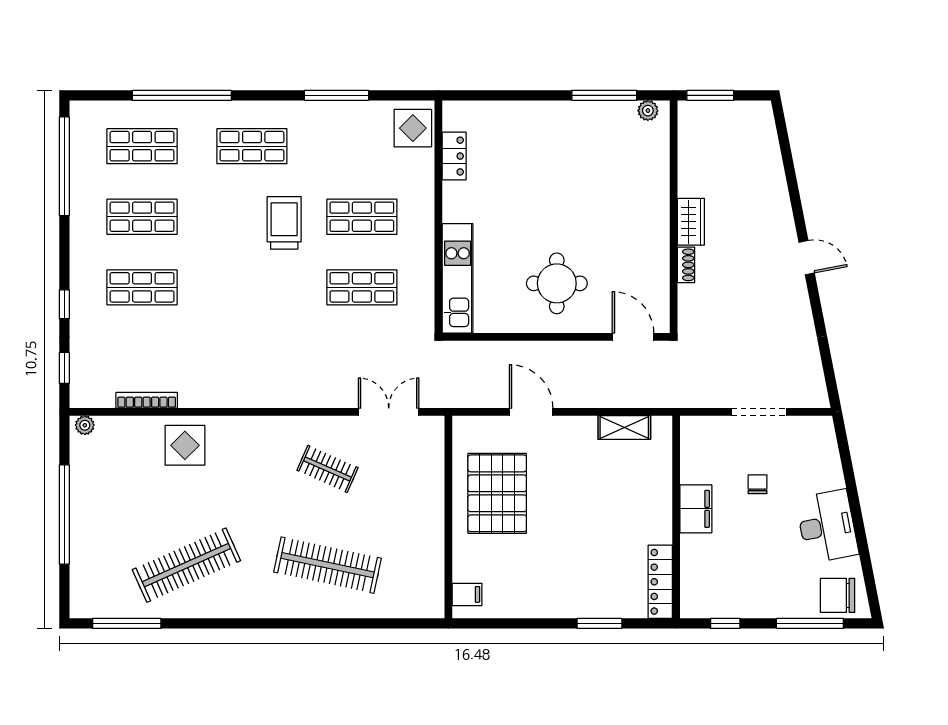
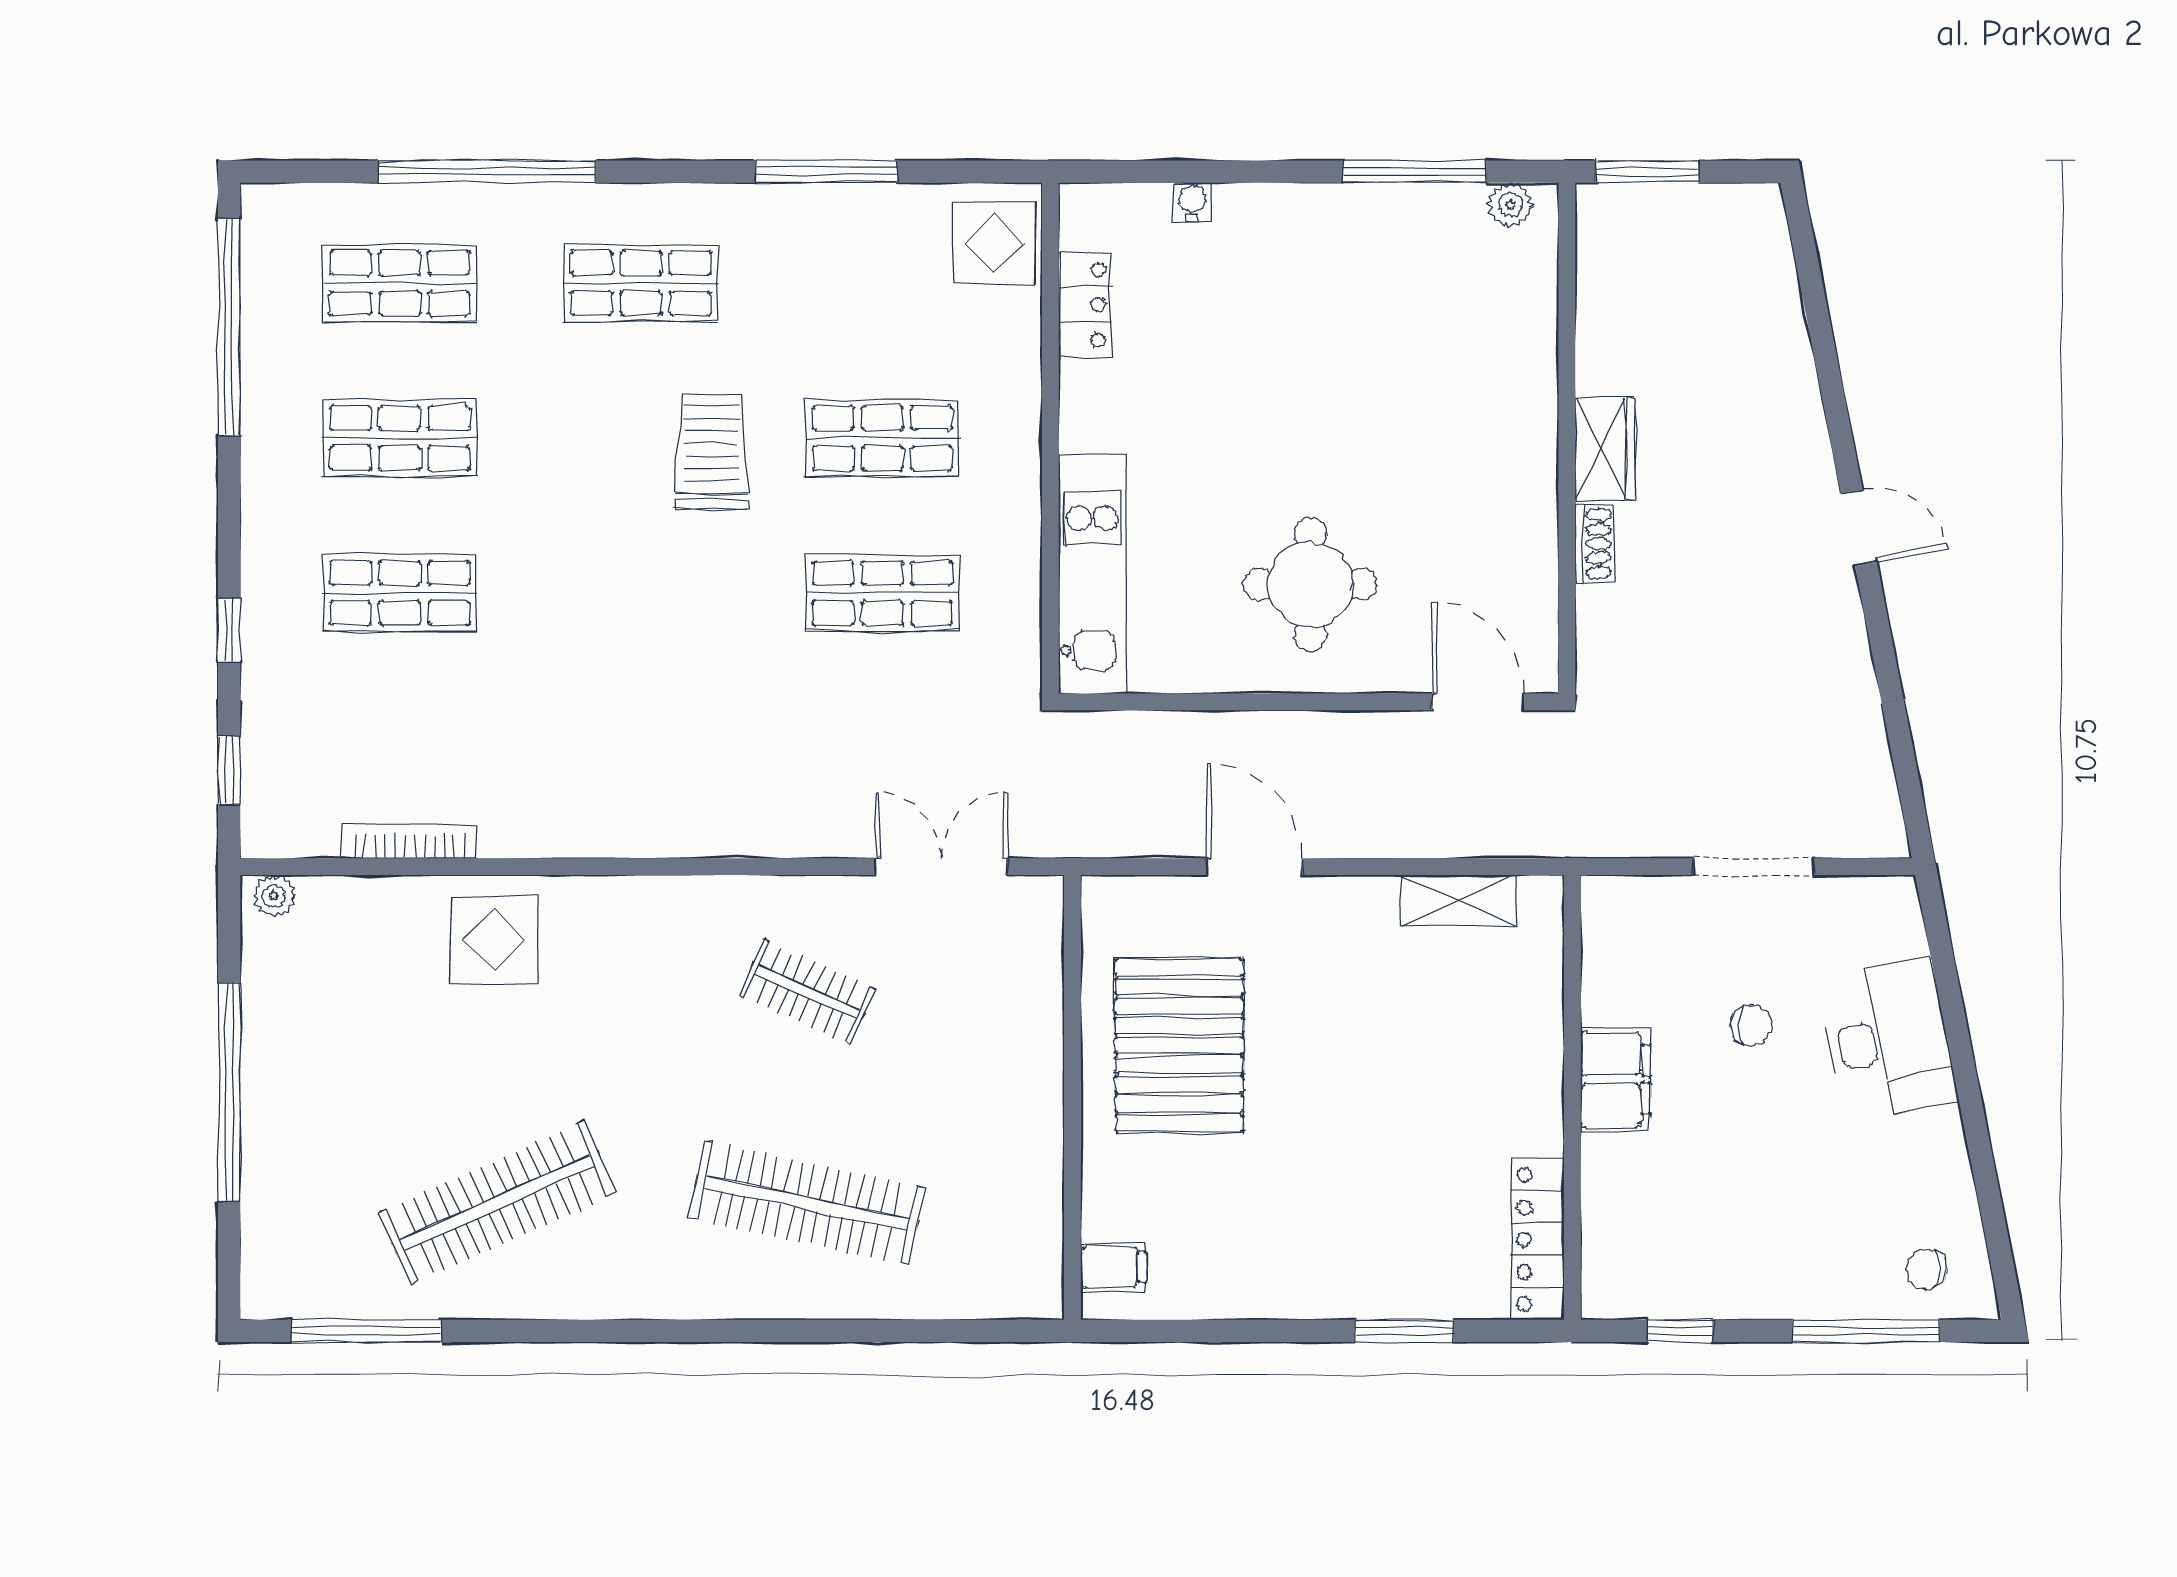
water cooler: (503, 109) -> (1192, 202), added
chair: (758, 484) -> (1751, 1025), turned 90
desk: (827, 526) -> (1888, 1040), moved
chair: (838, 595) -> (1927, 1269), width x0.54, depth x0.54

